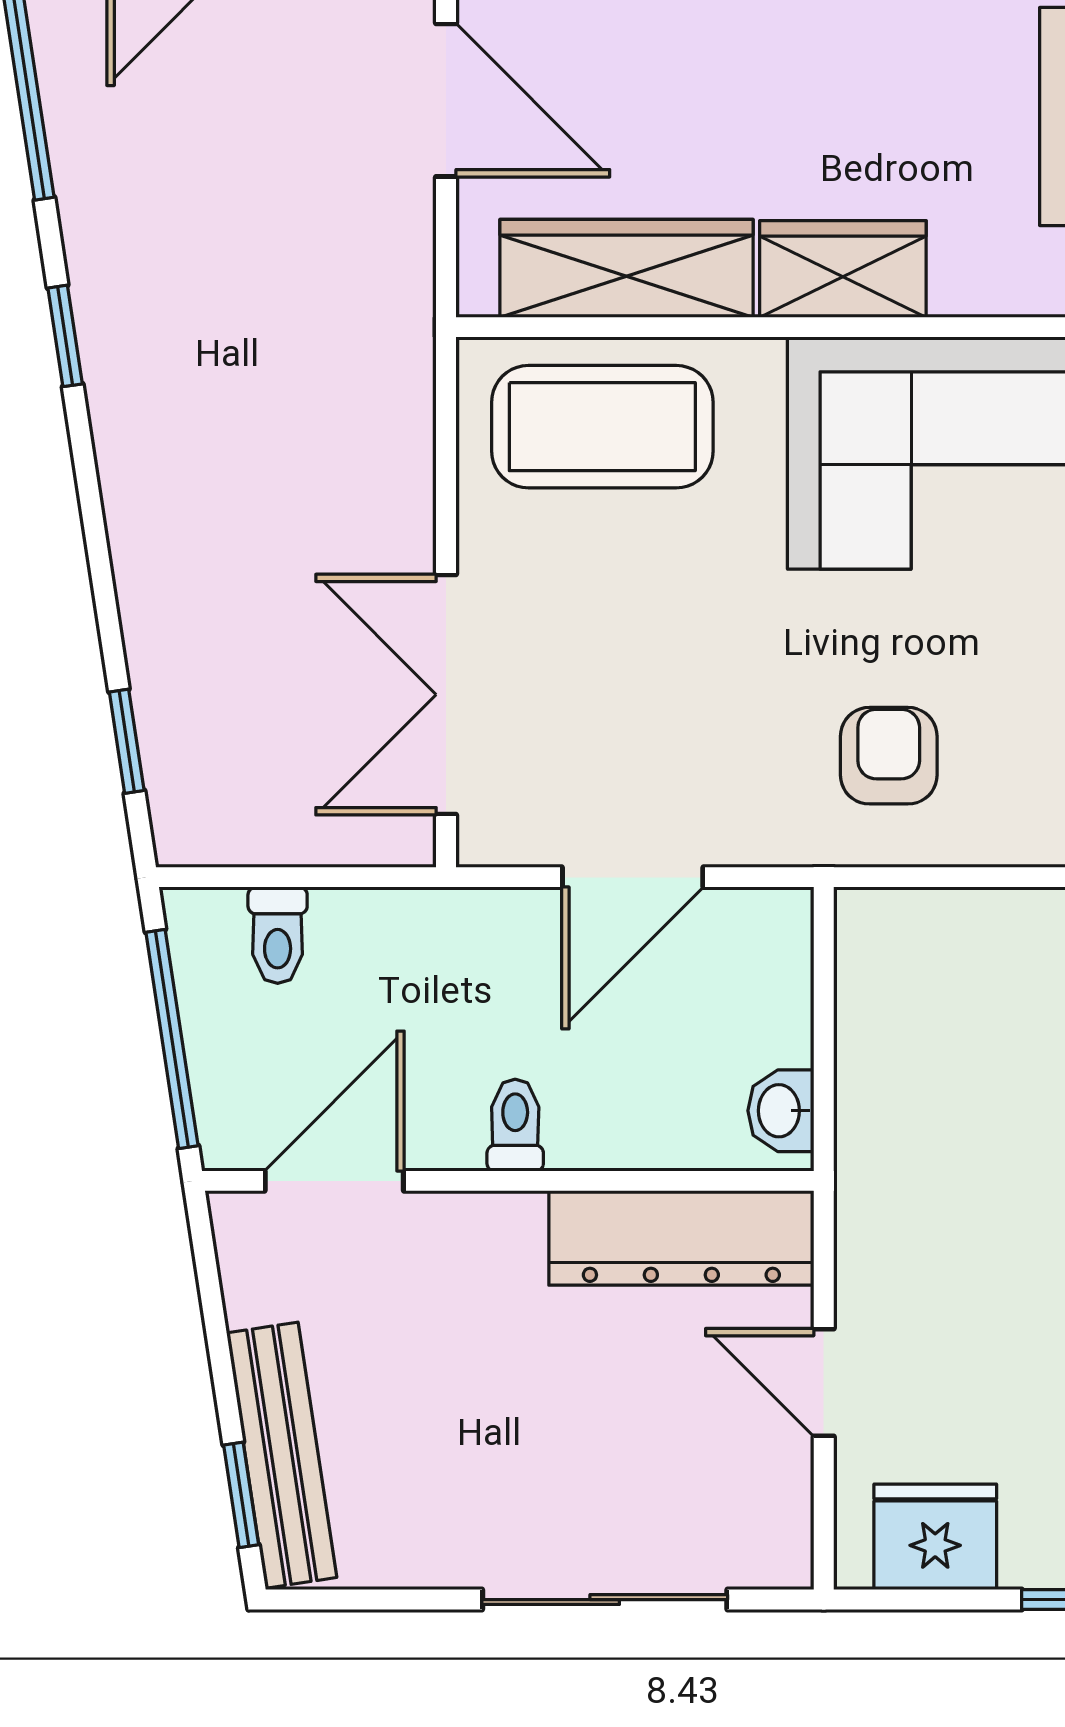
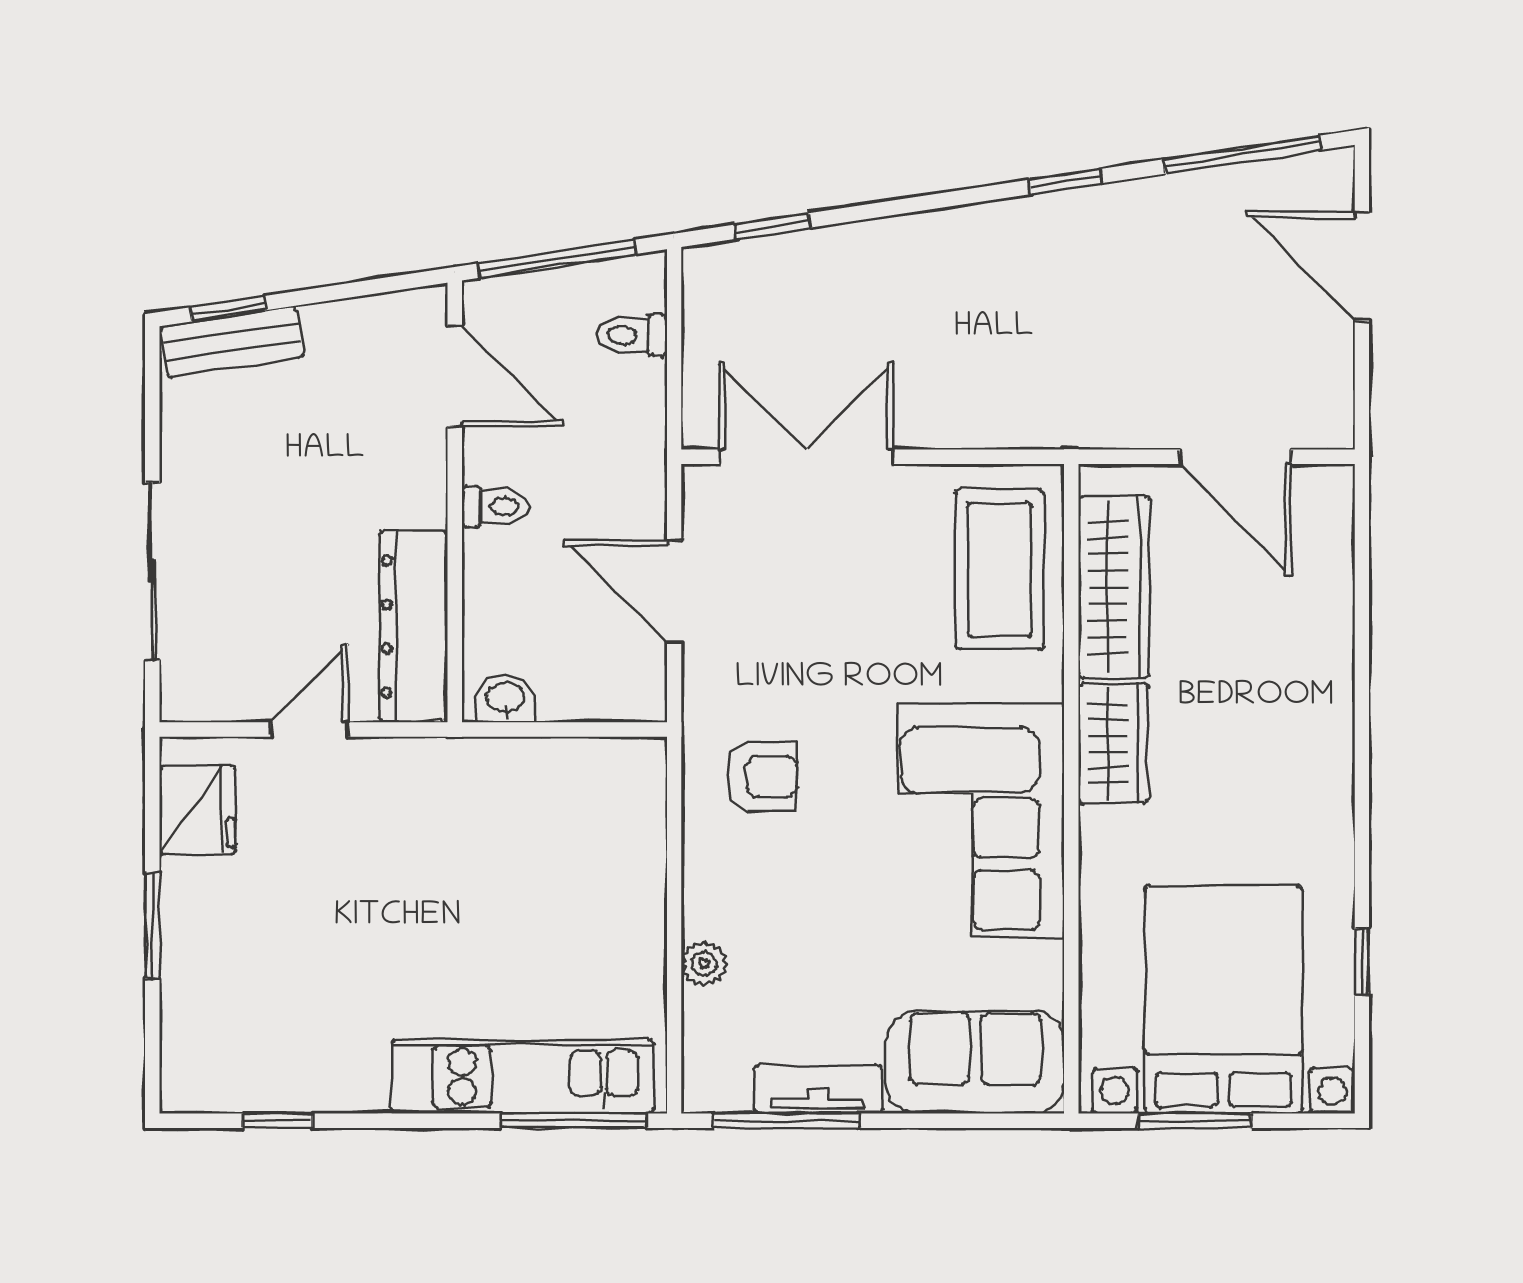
door: (446, 100) -> (1235, 457), hinge flipped
bench: (282, 1455) -> (232, 342), width x0.73

